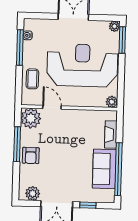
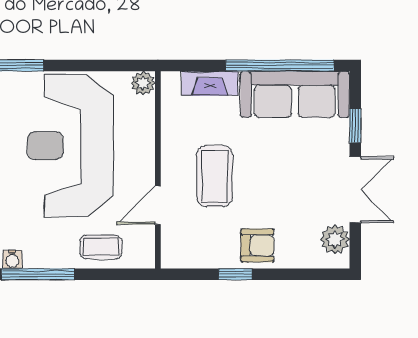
plant: (31, 118) -> (181, 248), removed
coffee table: (65, 135) -> (214, 176), added
window: (17, 144) -> (235, 274), width x0.46
sofa: (104, 169) -> (295, 94), width x1.36

